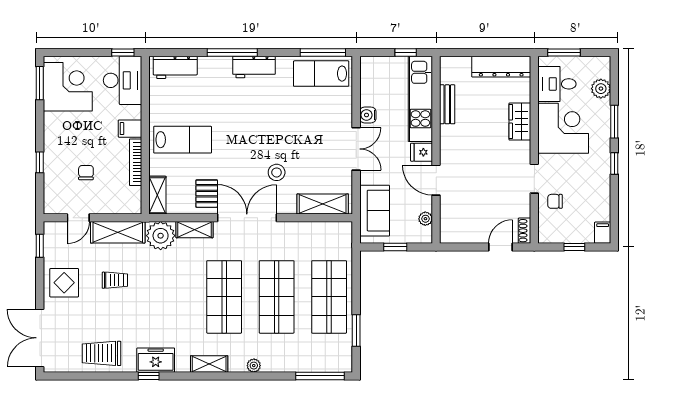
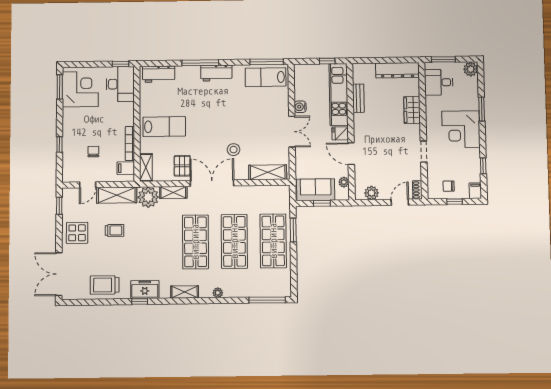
plant: (601, 89) -> (471, 69), moved
corner desk: (563, 128) -> (461, 129), moved, turned 180
filing cabinet: (130, 129) -> (126, 168), moved
window: (614, 163) -> (483, 166), moved
chair: (555, 201) -> (449, 186), moved
sofa: (375, 211) -> (316, 190), moved, turned -90
plant: (463, 234) -> (371, 193), added
window: (356, 331) -> (293, 230), moved

